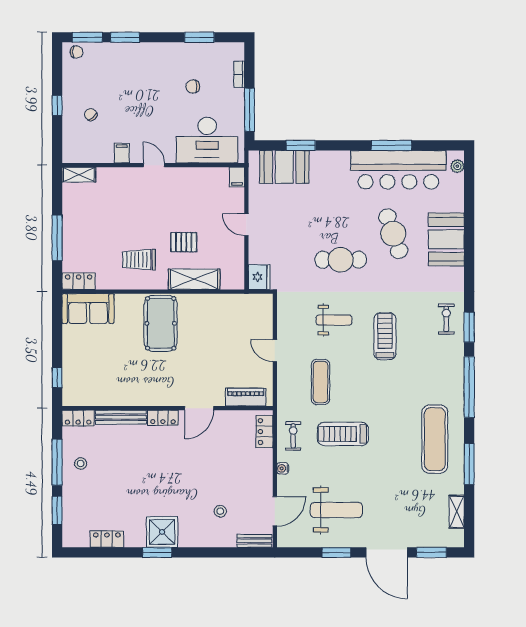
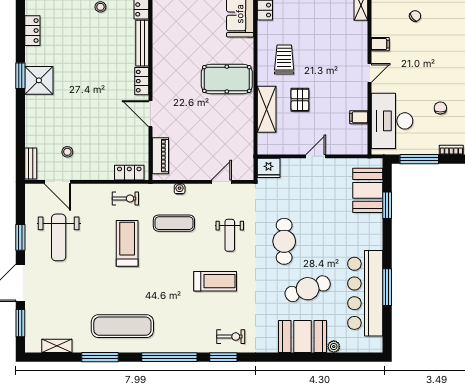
plant: (457, 166) -> (334, 347), moved
filing cabinet: (237, 177) -> (359, 117), moved
door: (275, 351) -> (221, 182), moved
water cooler: (283, 468) -> (180, 189), moved
stool: (220, 511) -> (67, 152), moved

